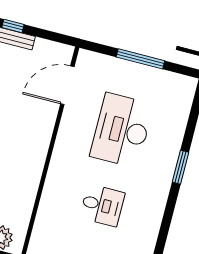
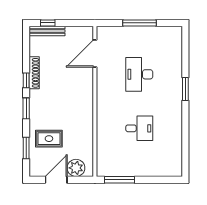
desk: (122, 130) -> (139, 74), width x0.73, depth x0.77

